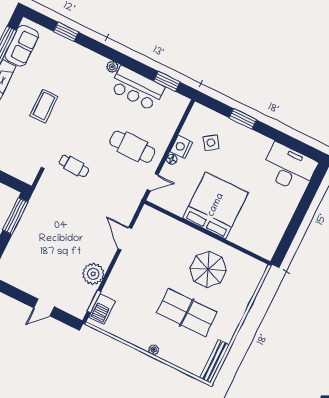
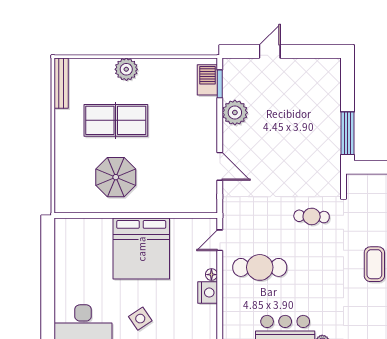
side table: (211, 143) -> (140, 319), moved
plant: (154, 350) -> (126, 69), width x1.88, depth x1.88

